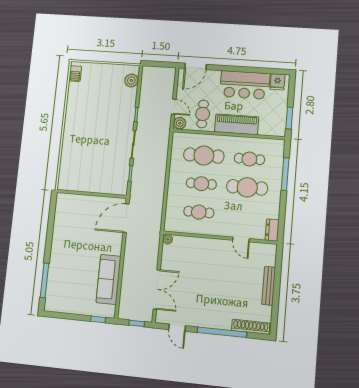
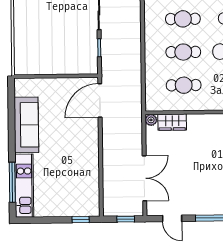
cafe table: (204, 155) -> (183, 19), width x0.73, depth x0.74
wardrobe: (186, 243) -> (172, 122), added
sofa: (109, 279) -> (26, 125), moved, turned 180
kitchen unit: (54, 284) -> (24, 186), added

